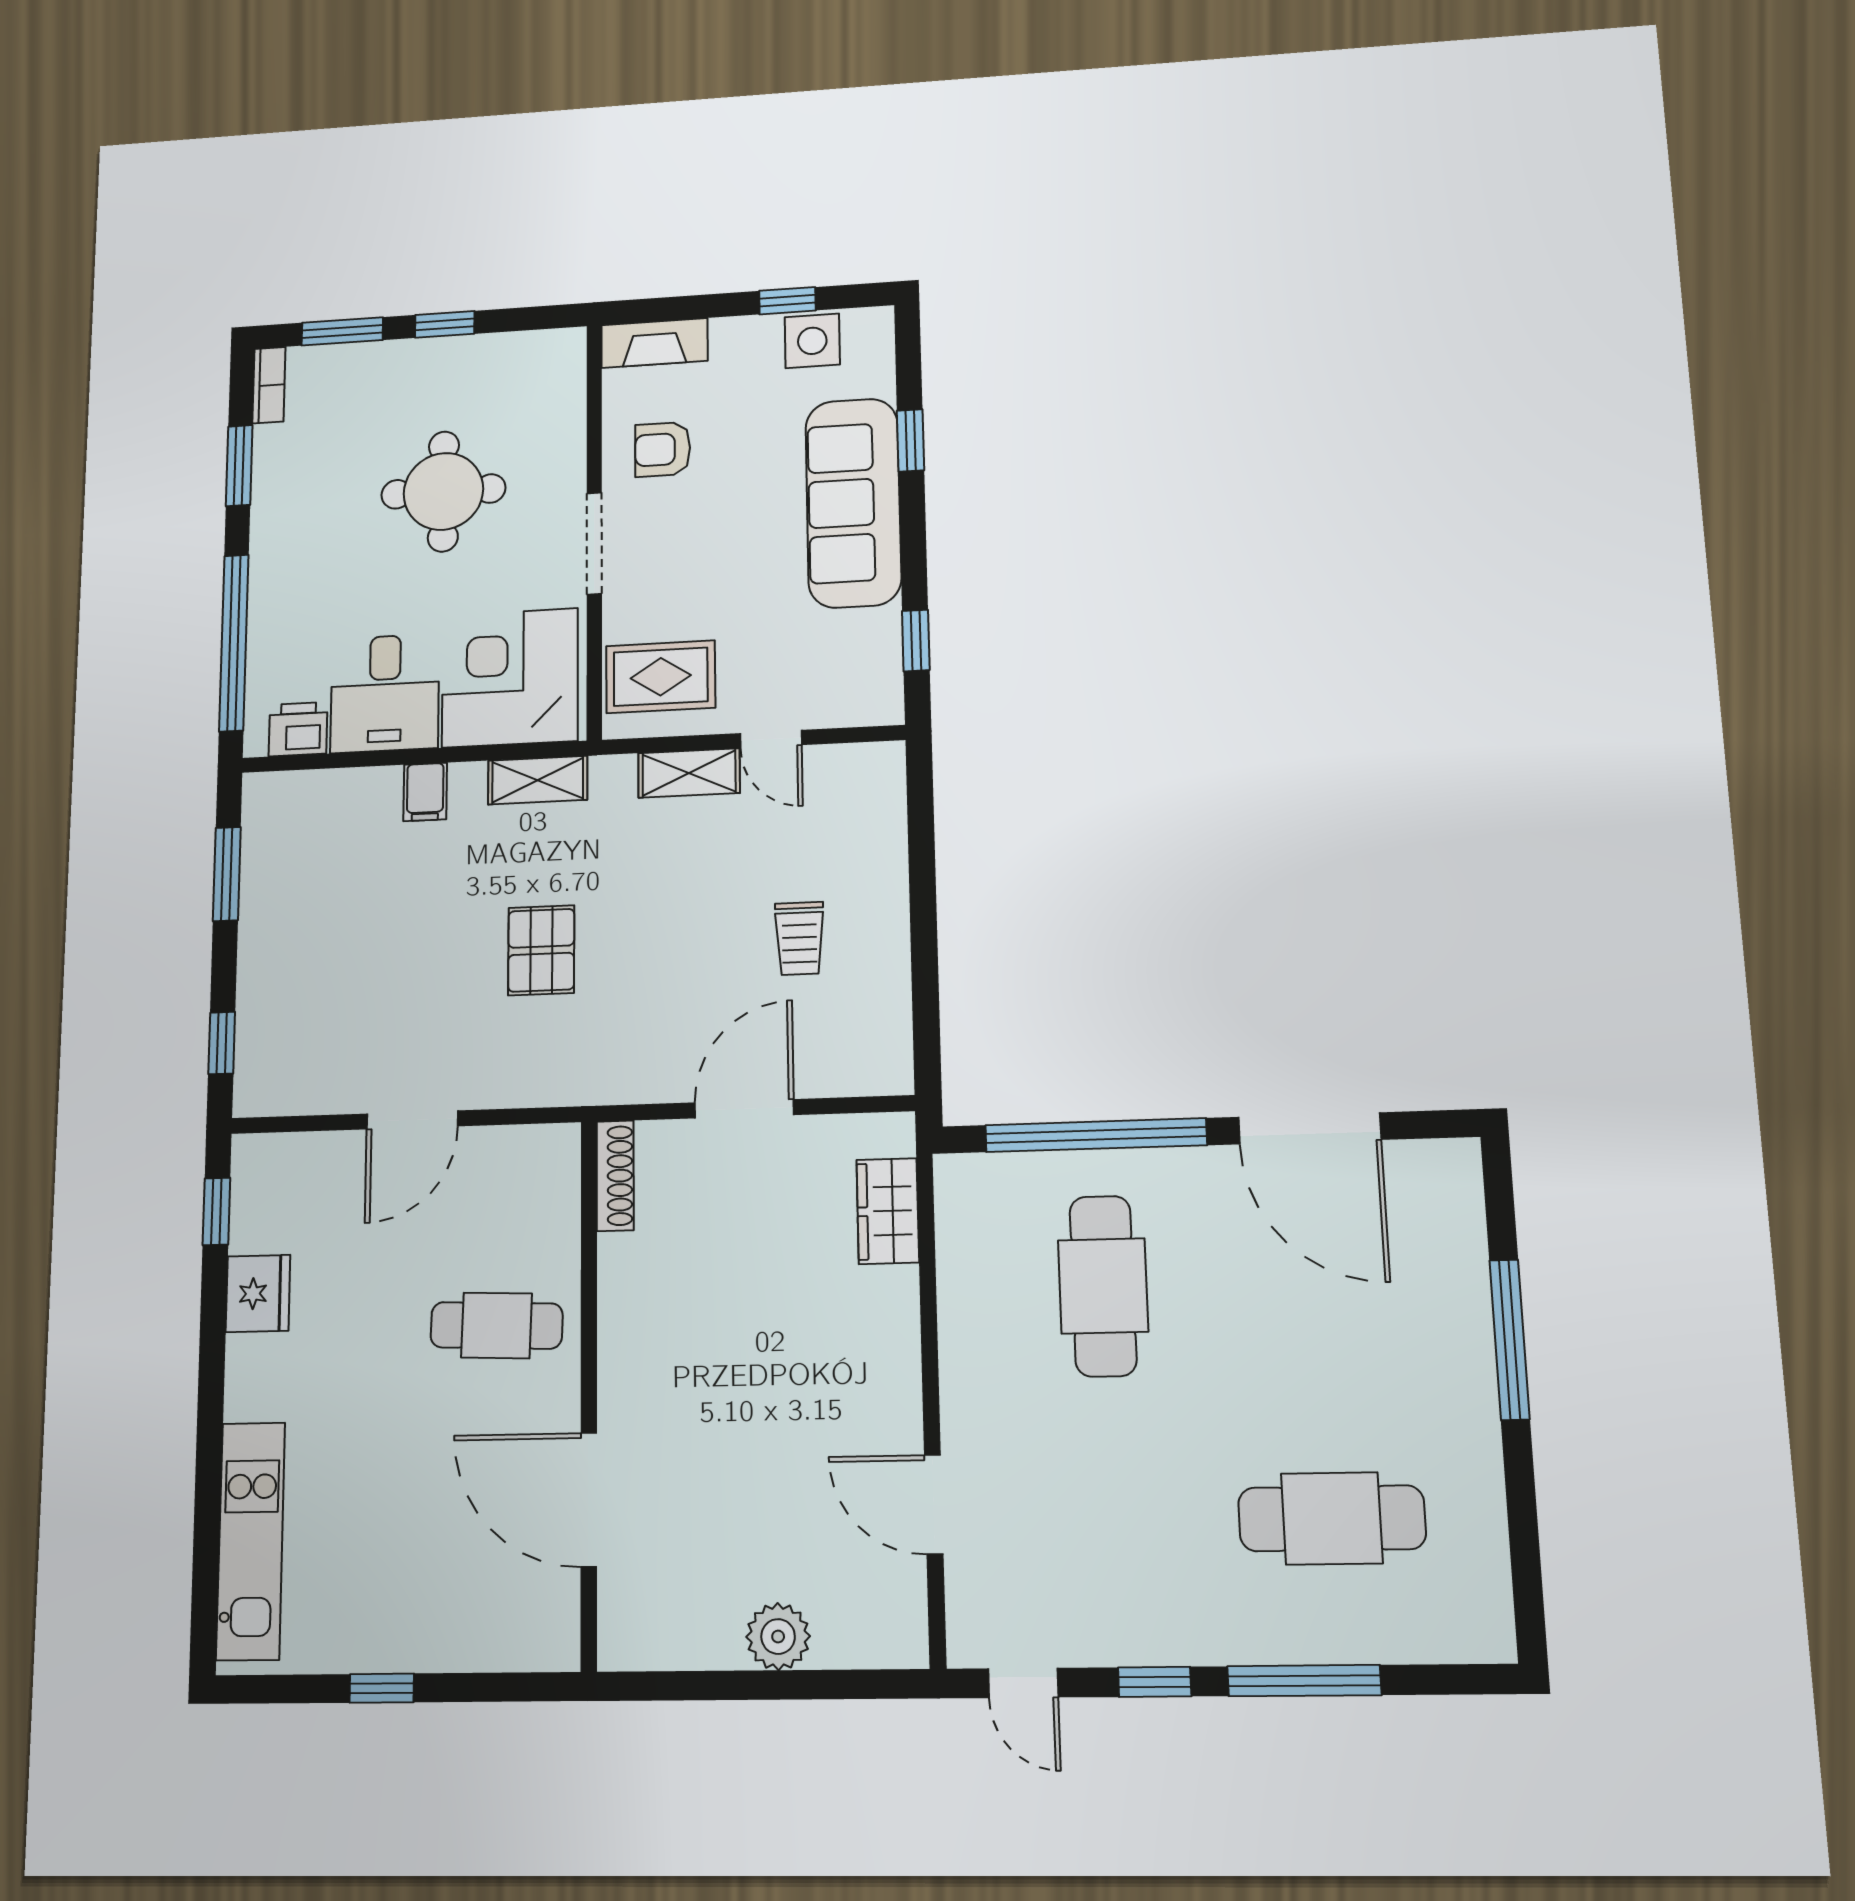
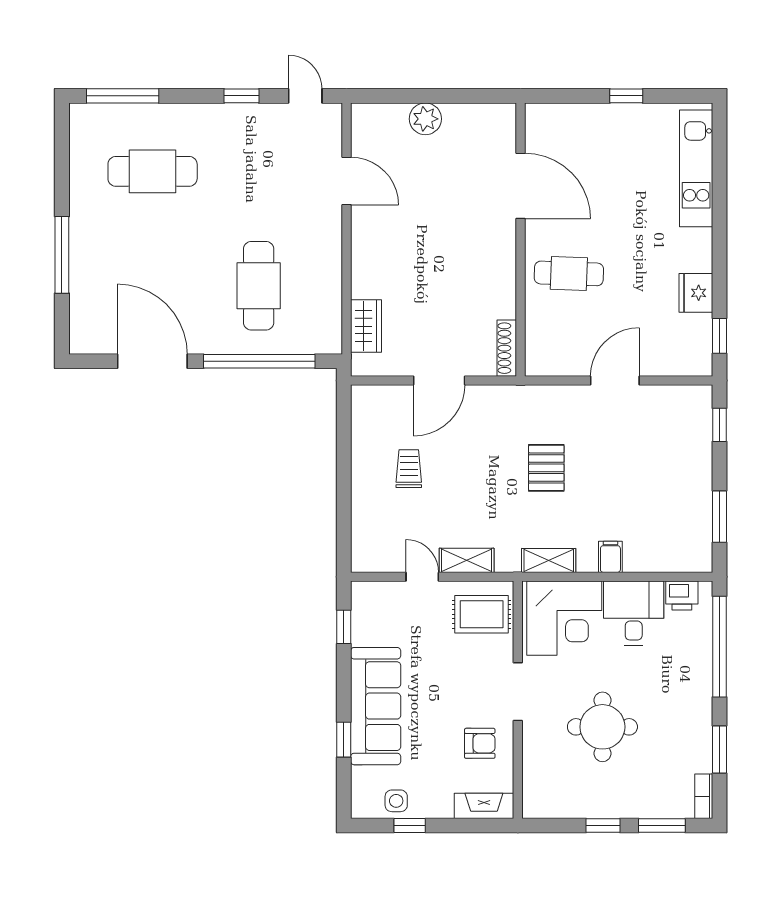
side table: (812, 341) -> (396, 801), width x0.73, depth x0.73
window: (1304, 1681) -> (123, 96), moved

